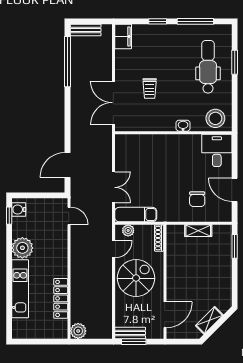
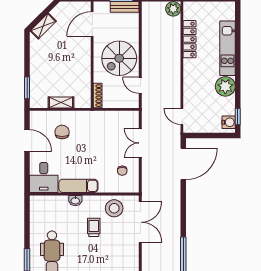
trolley: (150, 88) -> (94, 227), moved
stool: (215, 118) -> (114, 208), moved
chair: (133, 158) -> (122, 171), added
door: (68, 165) -> (183, 164), width x1.36
exam couch: (136, 215) -> (78, 186), moved, turned 180
plant: (128, 230) -> (127, 103), removed
door: (113, 249) -> (140, 85), hinge flipped
shelving: (209, 320) -> (43, 26), moved

